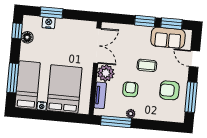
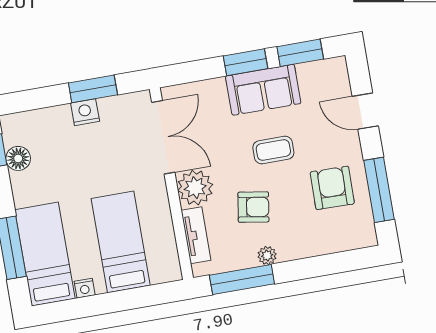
window: (51, 13) -> (93, 89), moved
nightstand: (49, 23) -> (85, 112), moved
sofa: (168, 38) -> (263, 90), moved
bed: (64, 89) -> (121, 242), width x0.67
armchair: (130, 89) -> (253, 207), turned 99
armchair: (169, 90) -> (332, 188), turned 91

